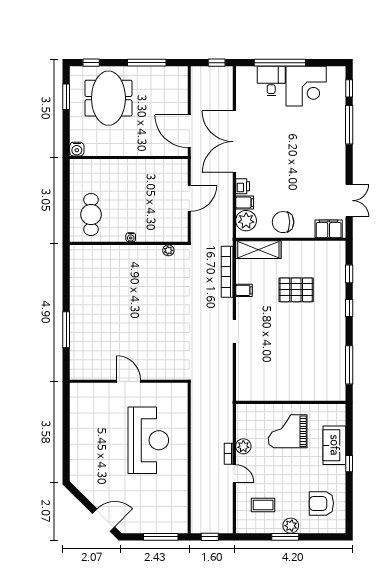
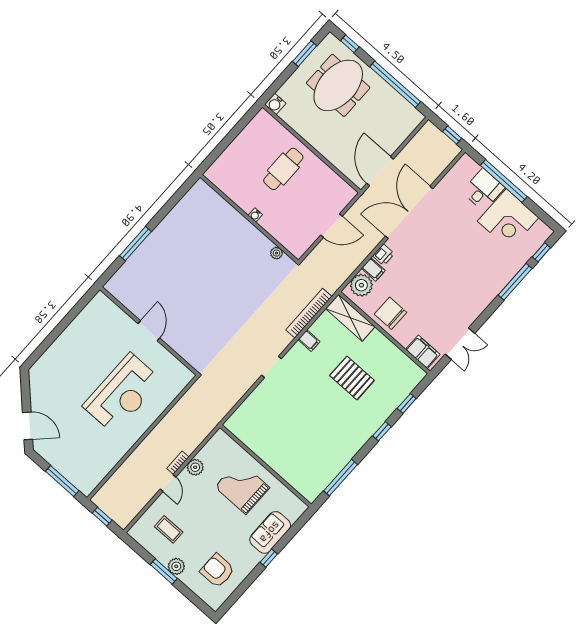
window: (147, 63) -> (395, 84), width x1.46
cafe table: (91, 215) -> (283, 169), moved

